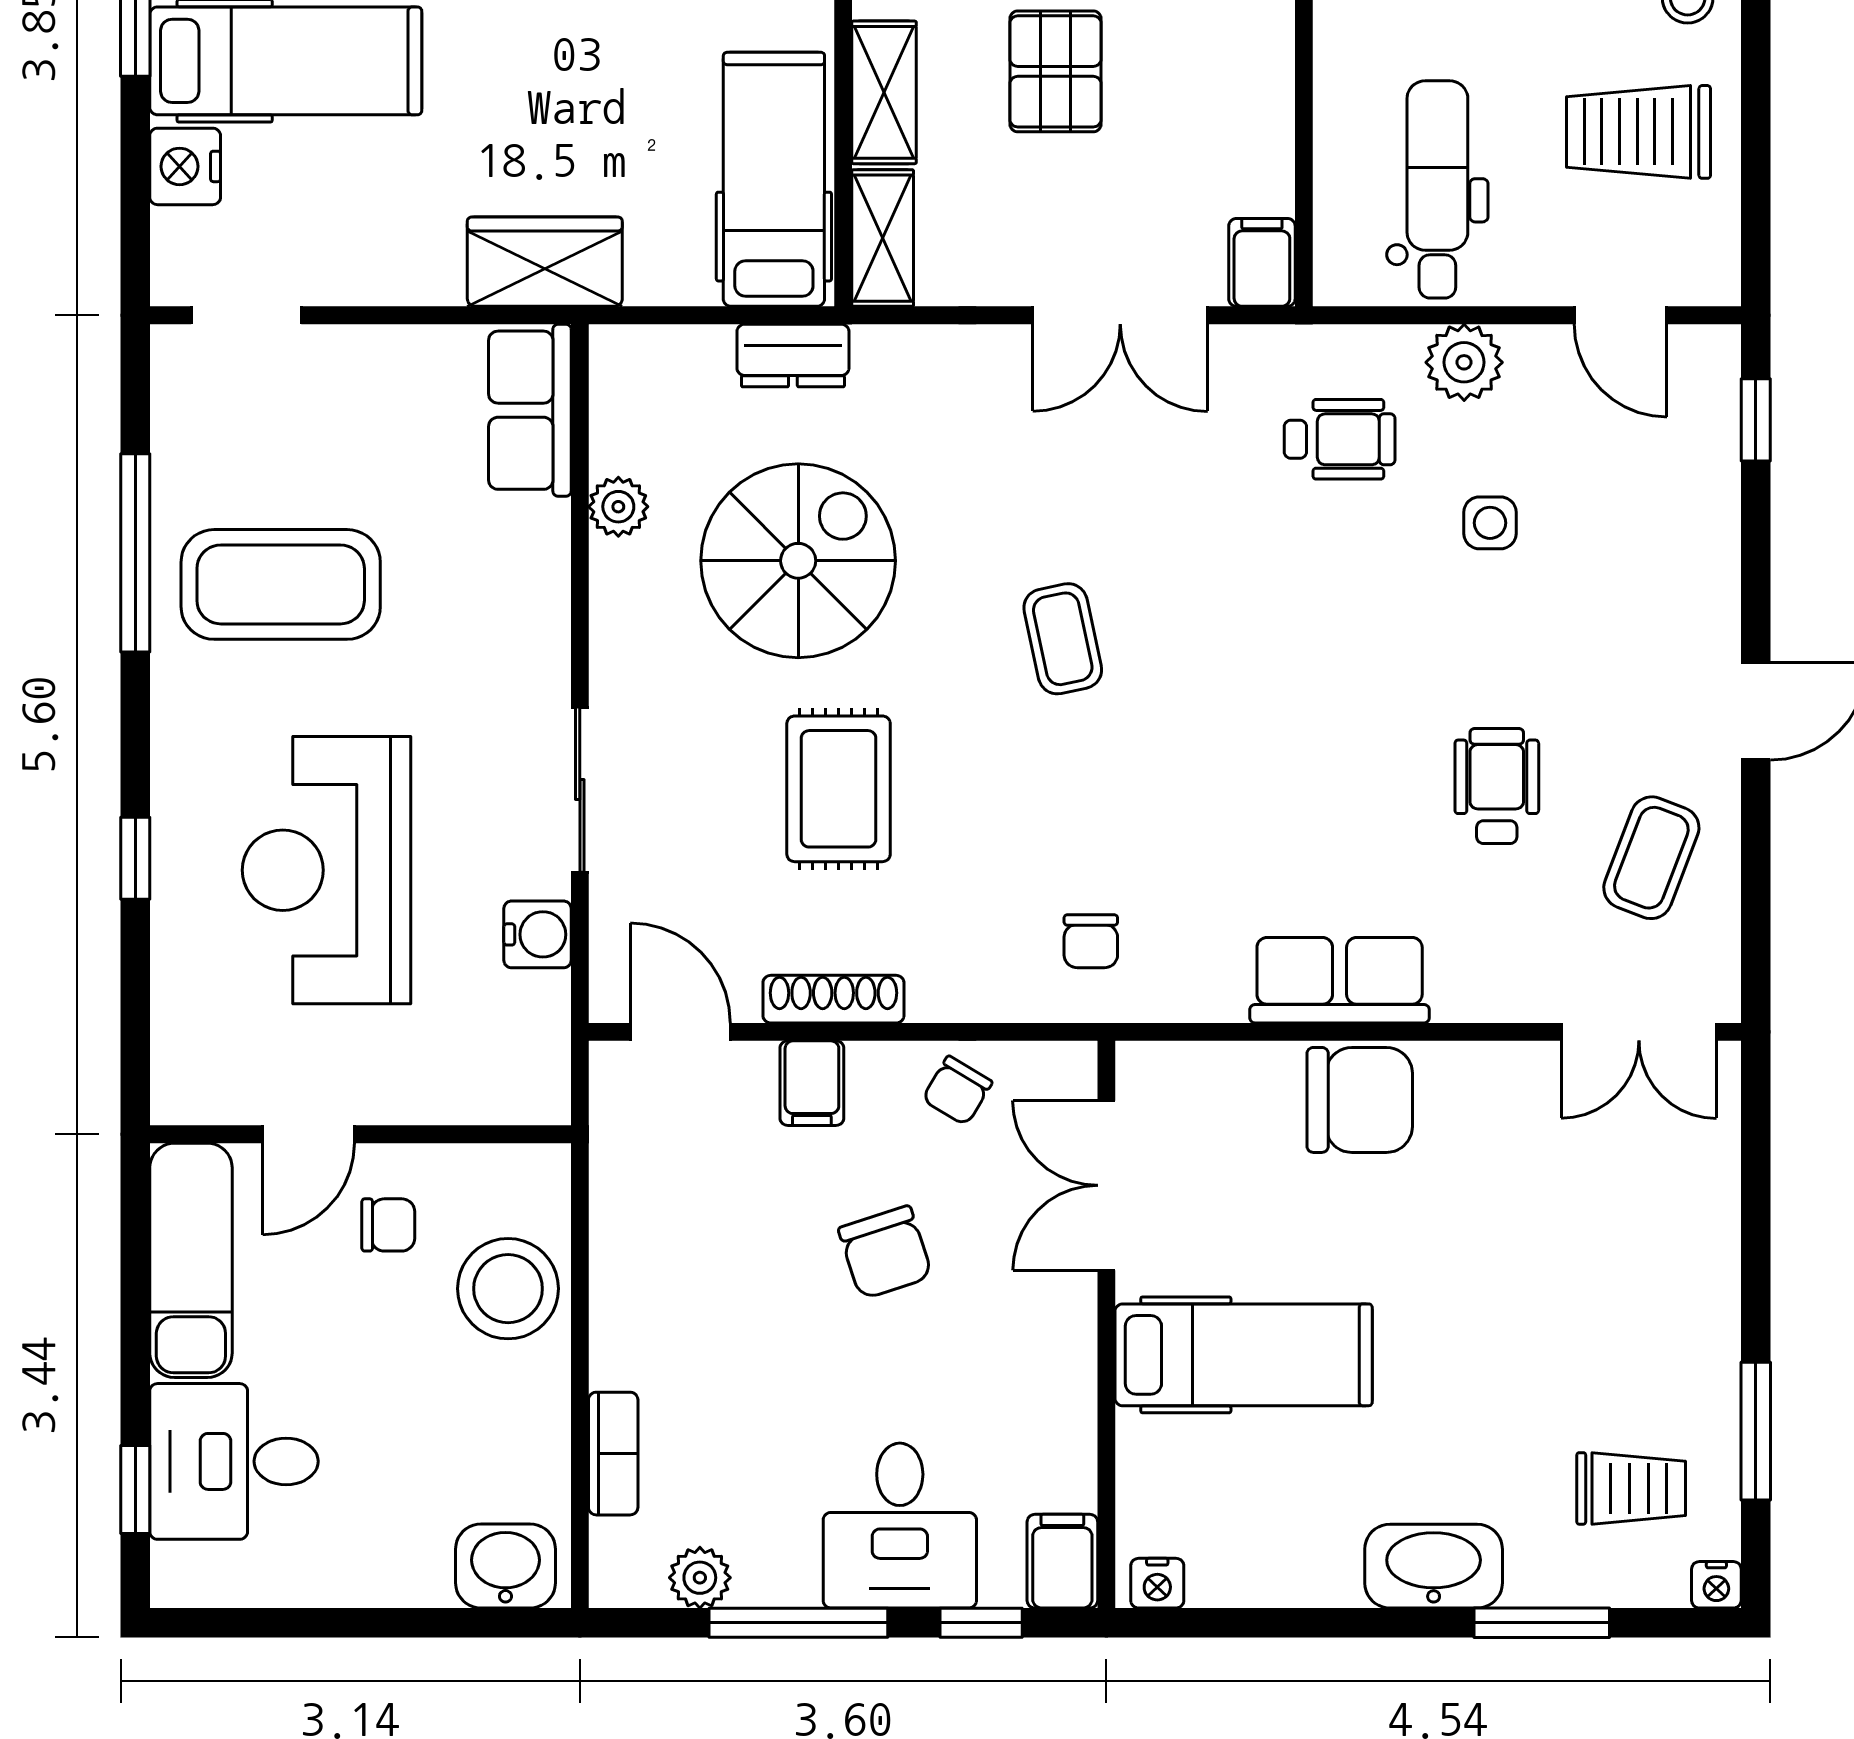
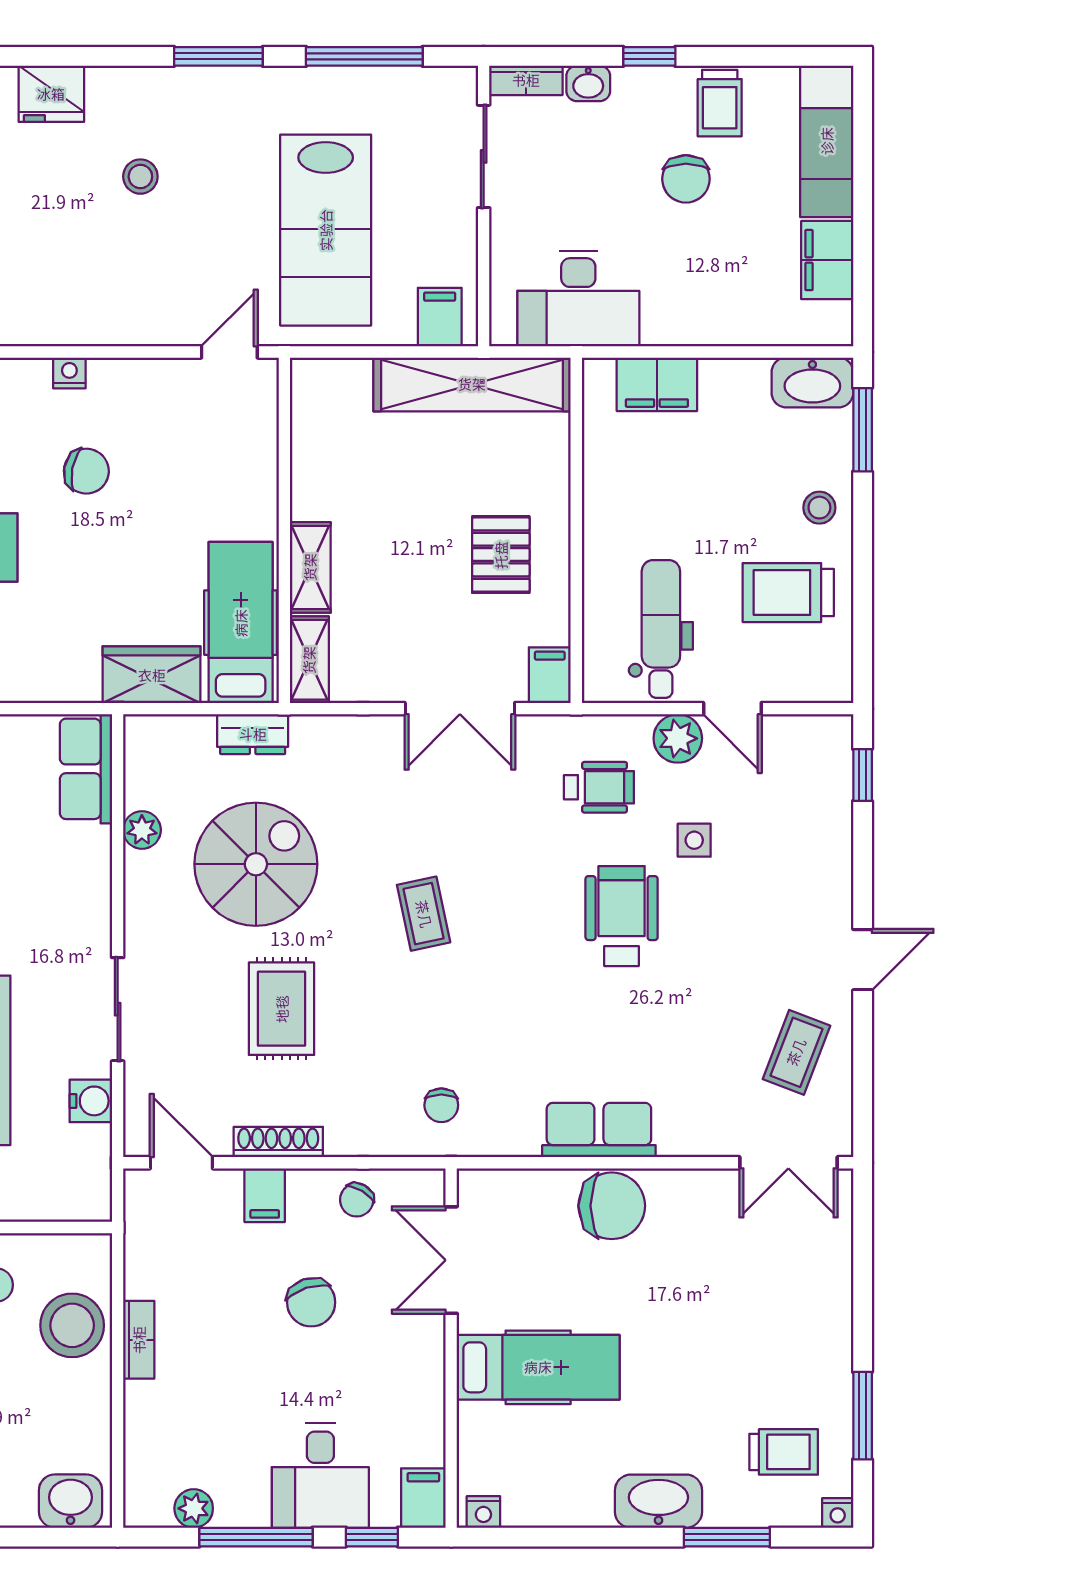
pallet: (1056, 71) -> (501, 555), moved
wardrobe: (545, 262) -> (152, 675), moved
door: (1620, 315) -> (732, 709), moved
wheelchair: (1497, 786) -> (622, 916), moved, width x1.36, depth x1.37
bookcase: (613, 1454) -> (139, 1340), moved

